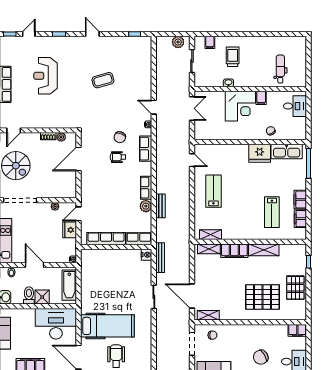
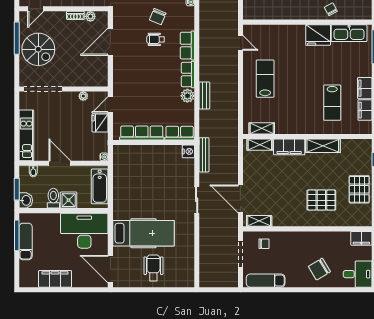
row of seats: (146, 149) -> (187, 46), moved
pallet: (263, 297) -> (321, 200), width x0.73, depth x0.71

